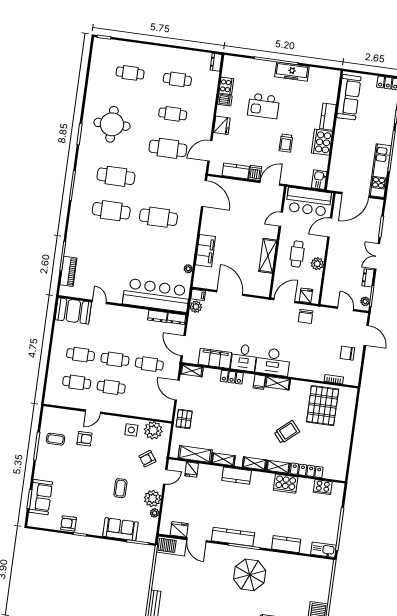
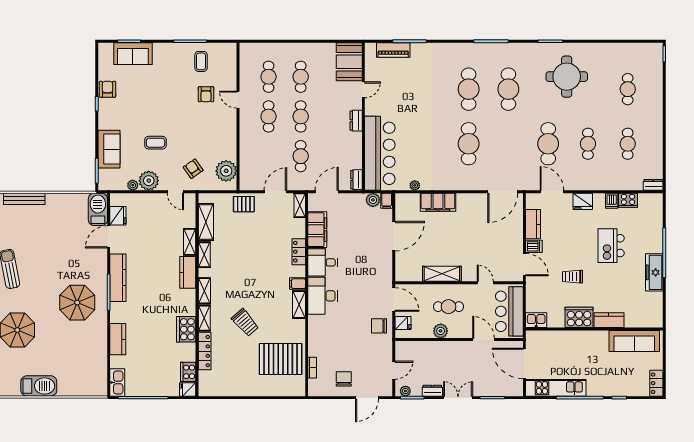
dresser: (158, 316) -> (356, 121), moved
side table: (131, 430) -> (223, 146), removed
fridge: (192, 470) -> (188, 389), moved
shelving: (210, 470) -> (190, 242), added

